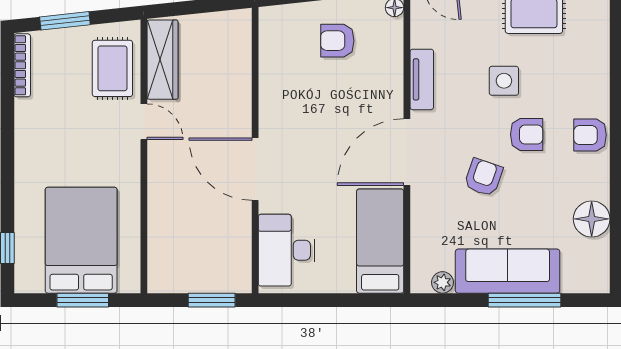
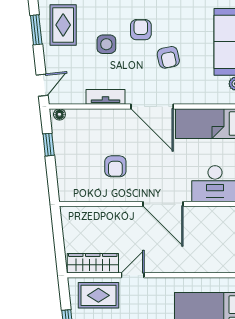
armchair: (337, 41) -> (115, 166), moved
door: (255, 169) -> (163, 204), hinge flipped
armchair: (483, 177) -> (168, 57), turned -121

